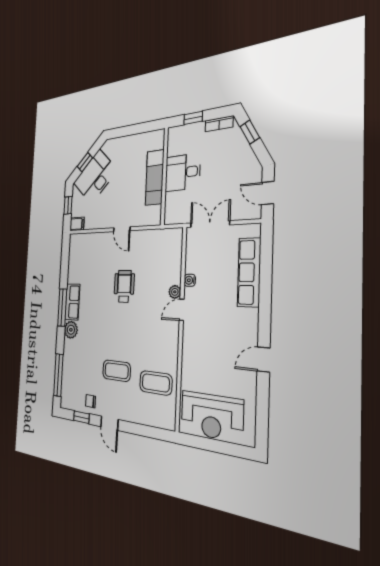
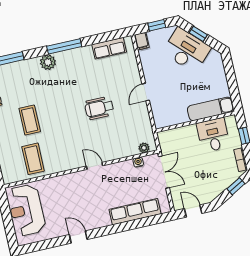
desk: (183, 172) -> (213, 135), moved
exam couch: (155, 178) -> (211, 109), moved
door: (268, 193) -> (193, 211), hinge flipped
water cooler: (190, 280) -> (138, 162), moved
wheelchair: (124, 286) -> (99, 108), turned 180
plant: (175, 292) -> (144, 148), moved
row of seats: (72, 302) -> (109, 48), moved

